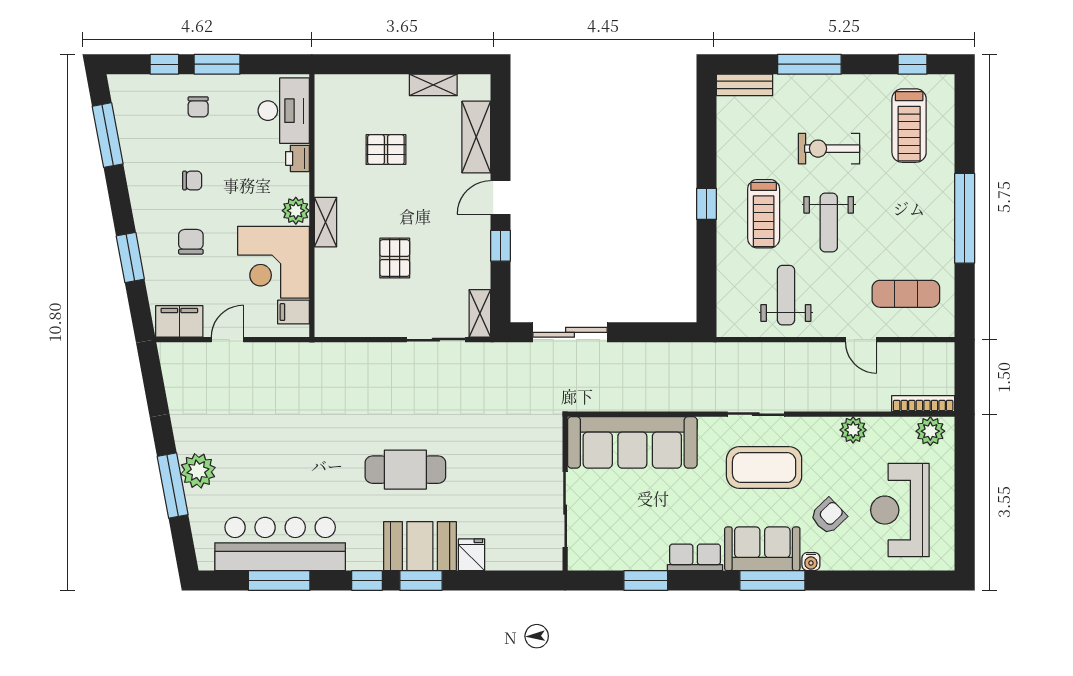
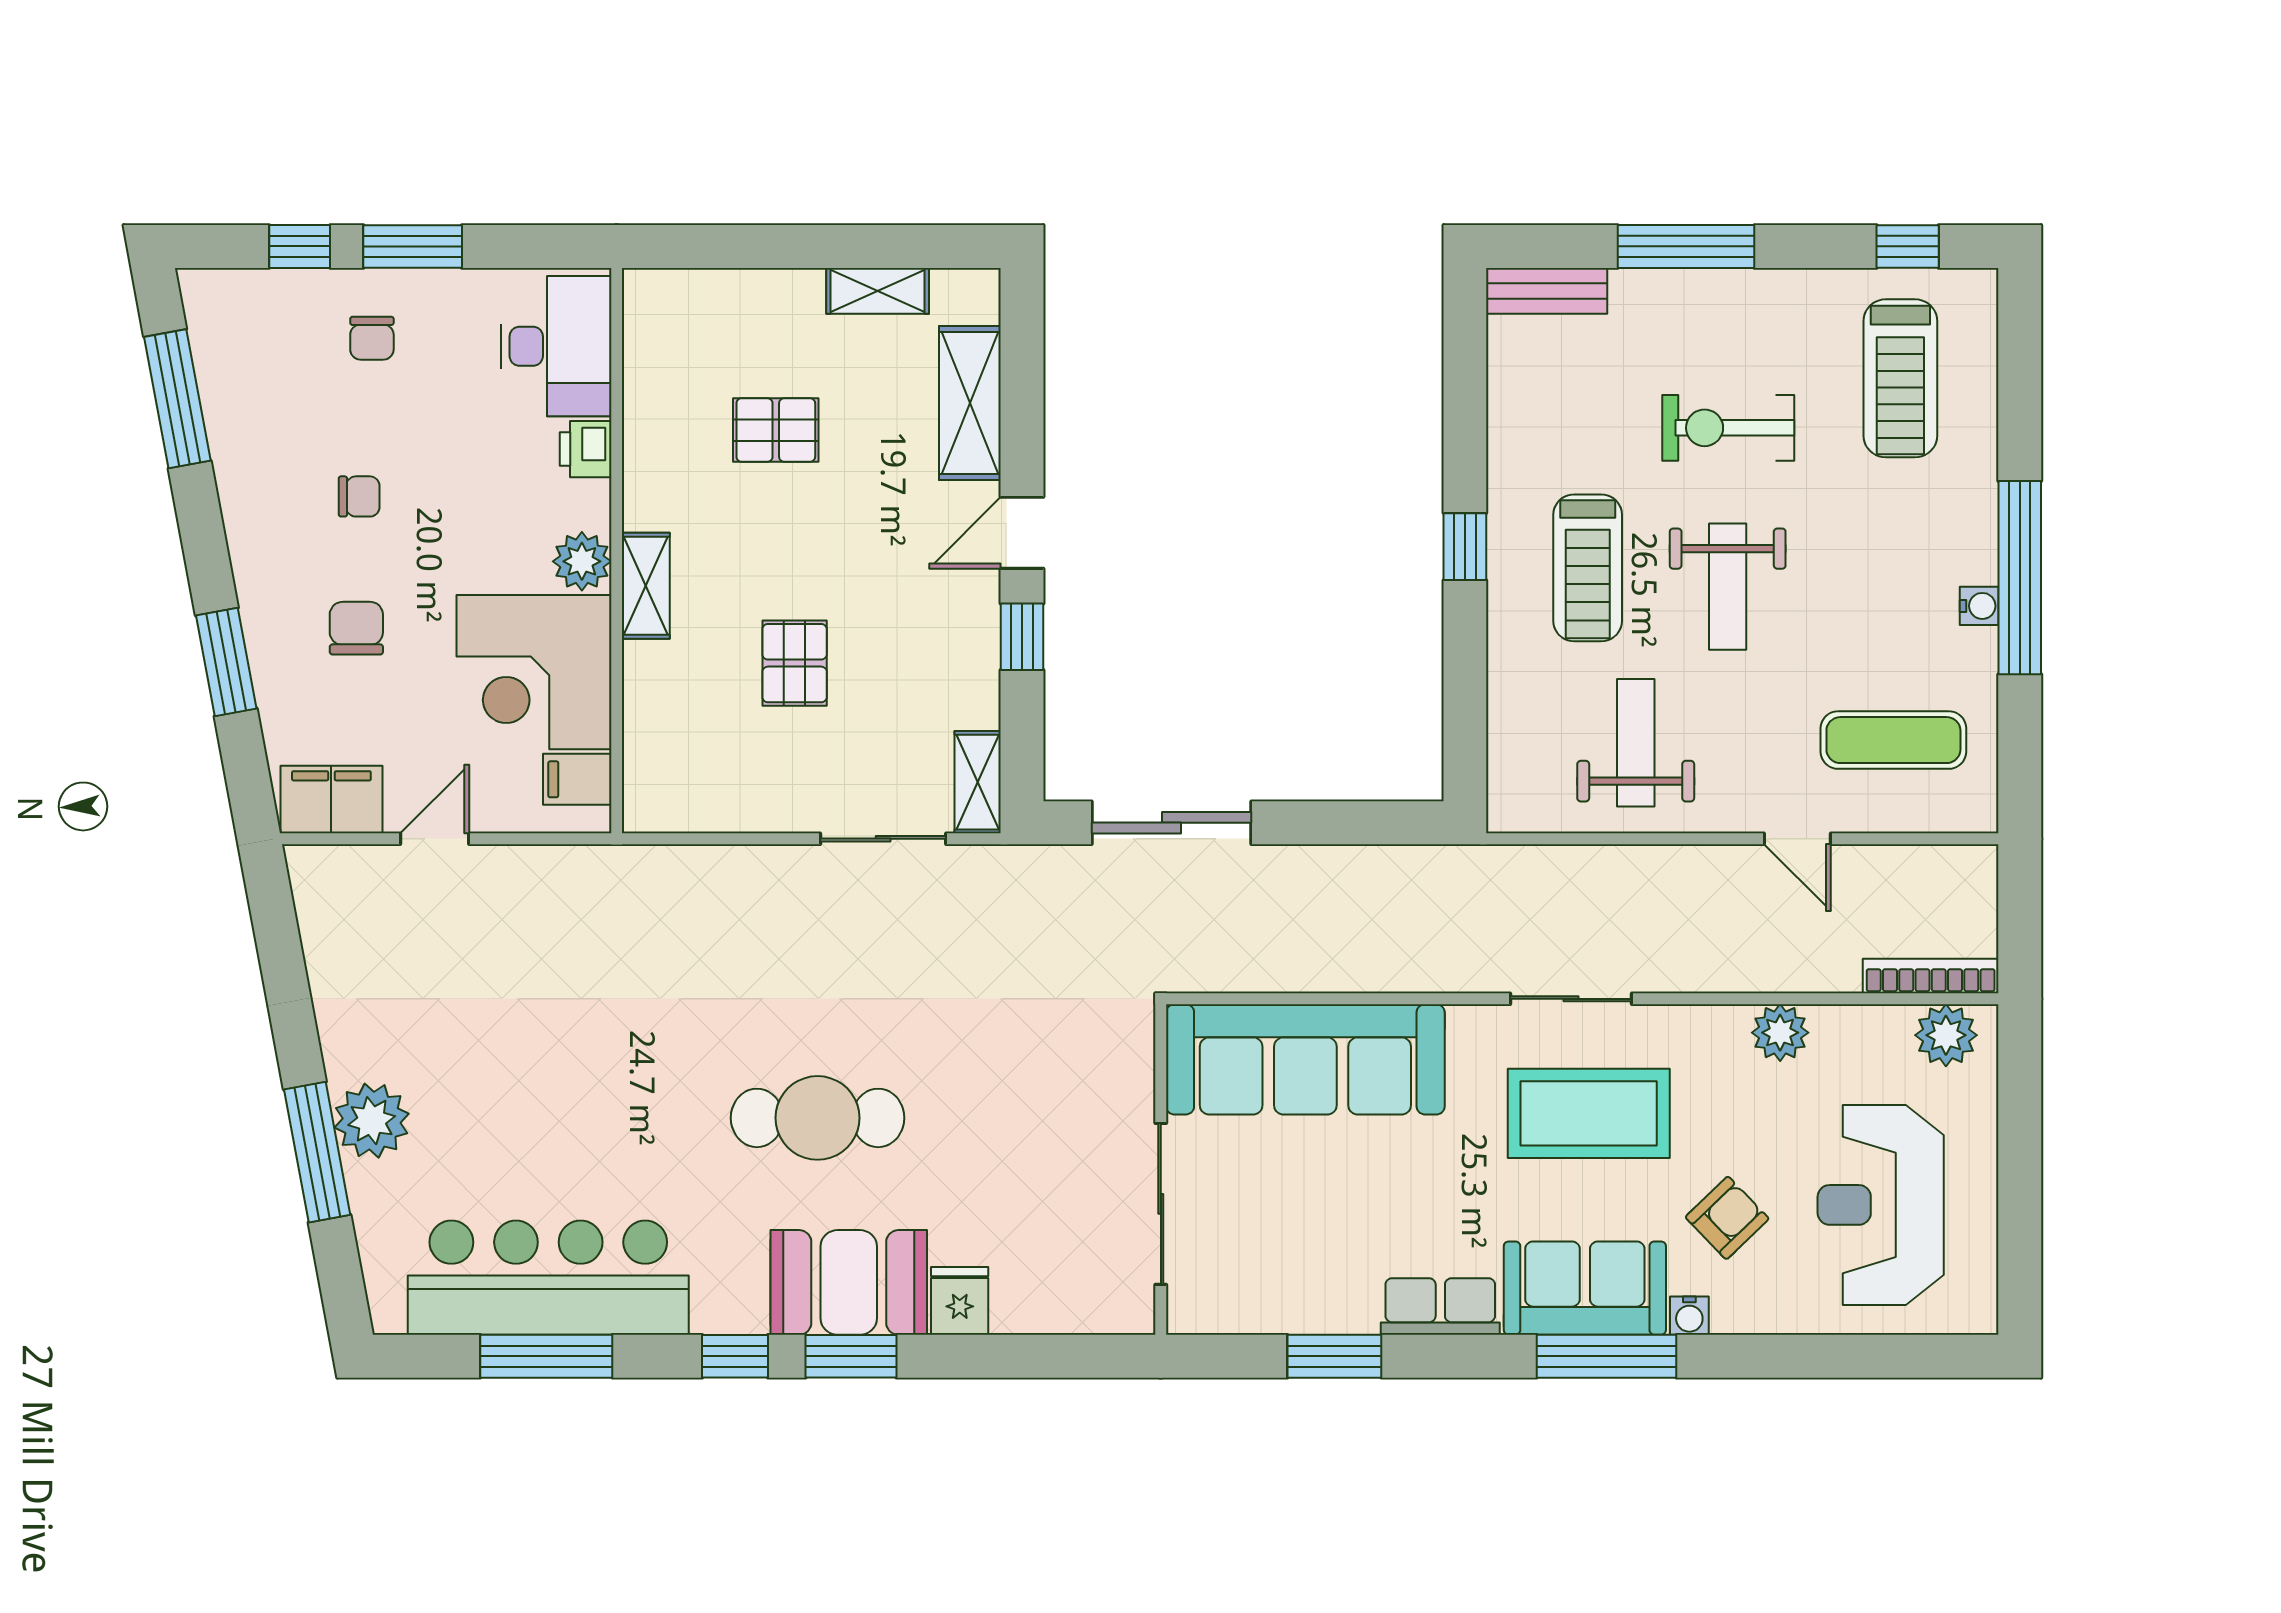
water cooler: (946, 231) -> (1979, 606), added

